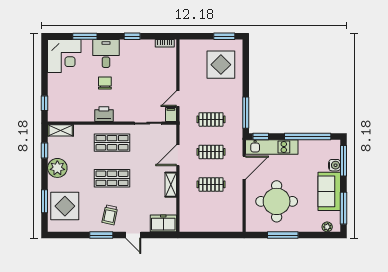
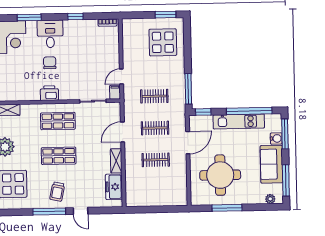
kitchen unit: (272, 147) -> (239, 121), moved
freezer: (163, 223) -> (114, 187), moved, turned -90
window: (101, 235) -> (49, 212), width x1.44

